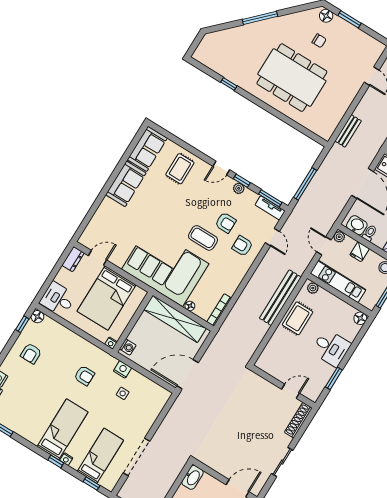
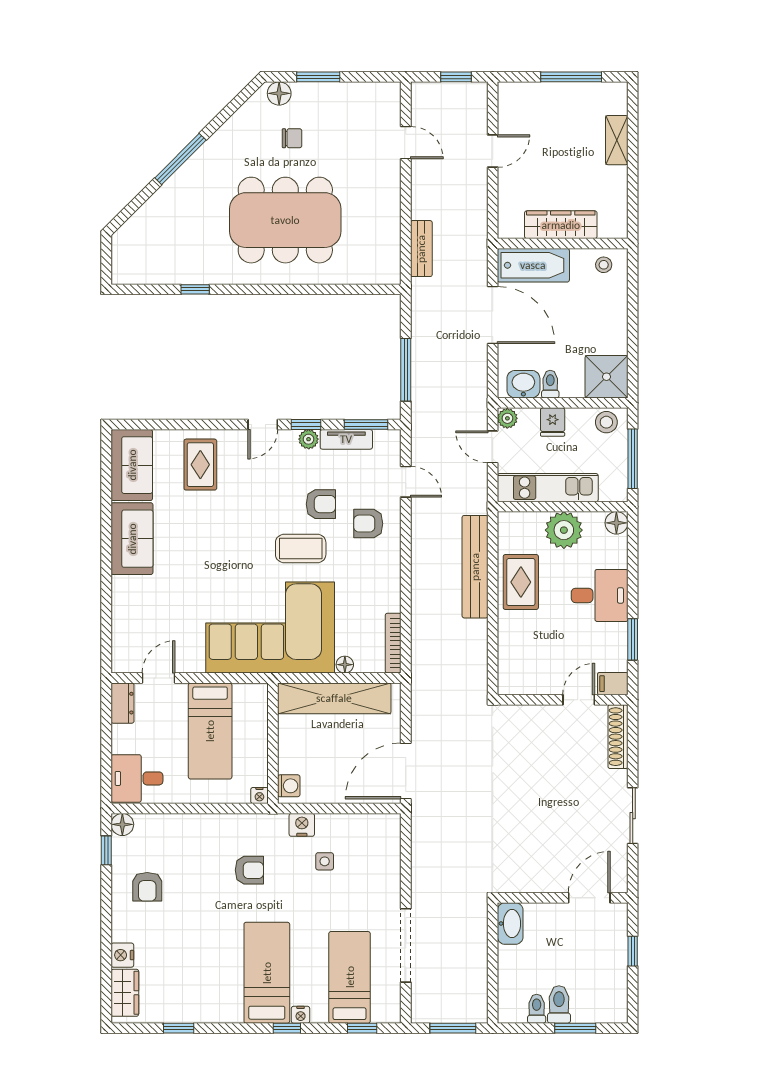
tv unit: (270, 208) -> (346, 439), moved
plant: (313, 288) -> (564, 530), moved, width x1.87, depth x1.87
bed: (106, 298) -> (210, 731), width x0.67
filing cabinet: (311, 393) -> (613, 684), added

